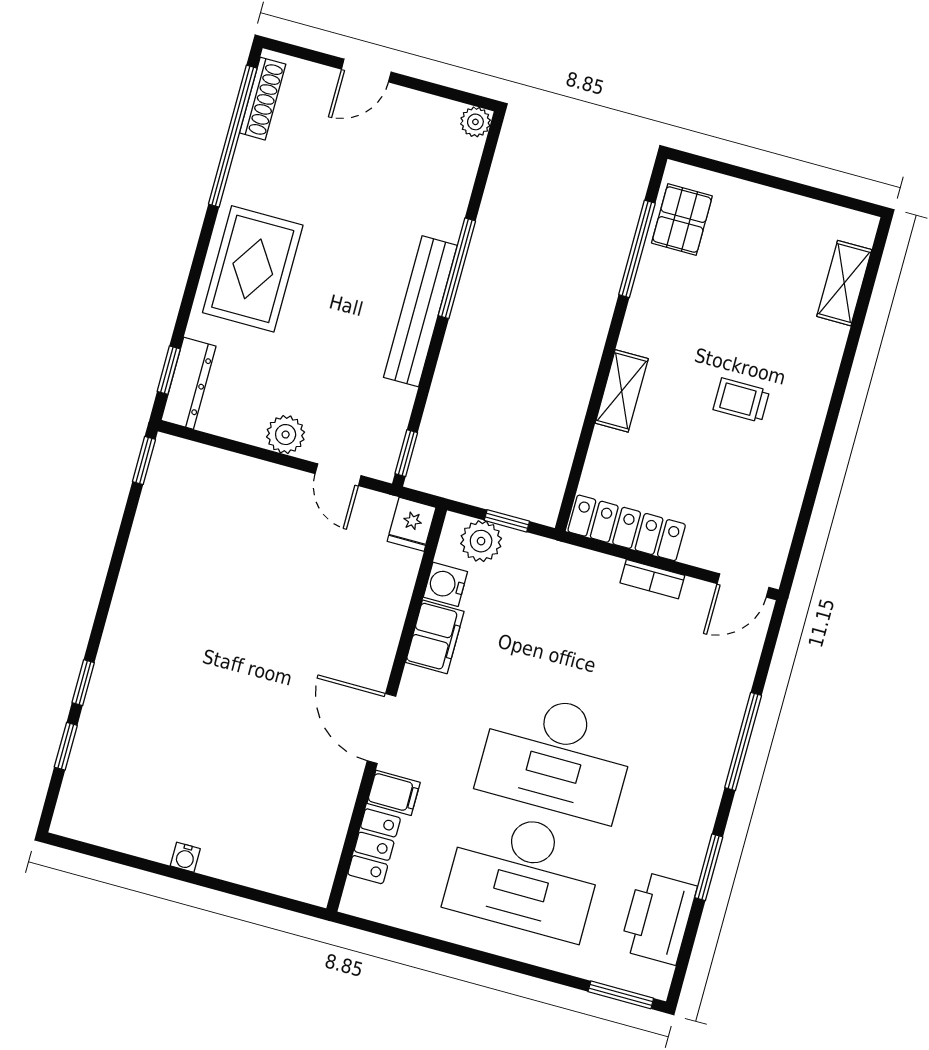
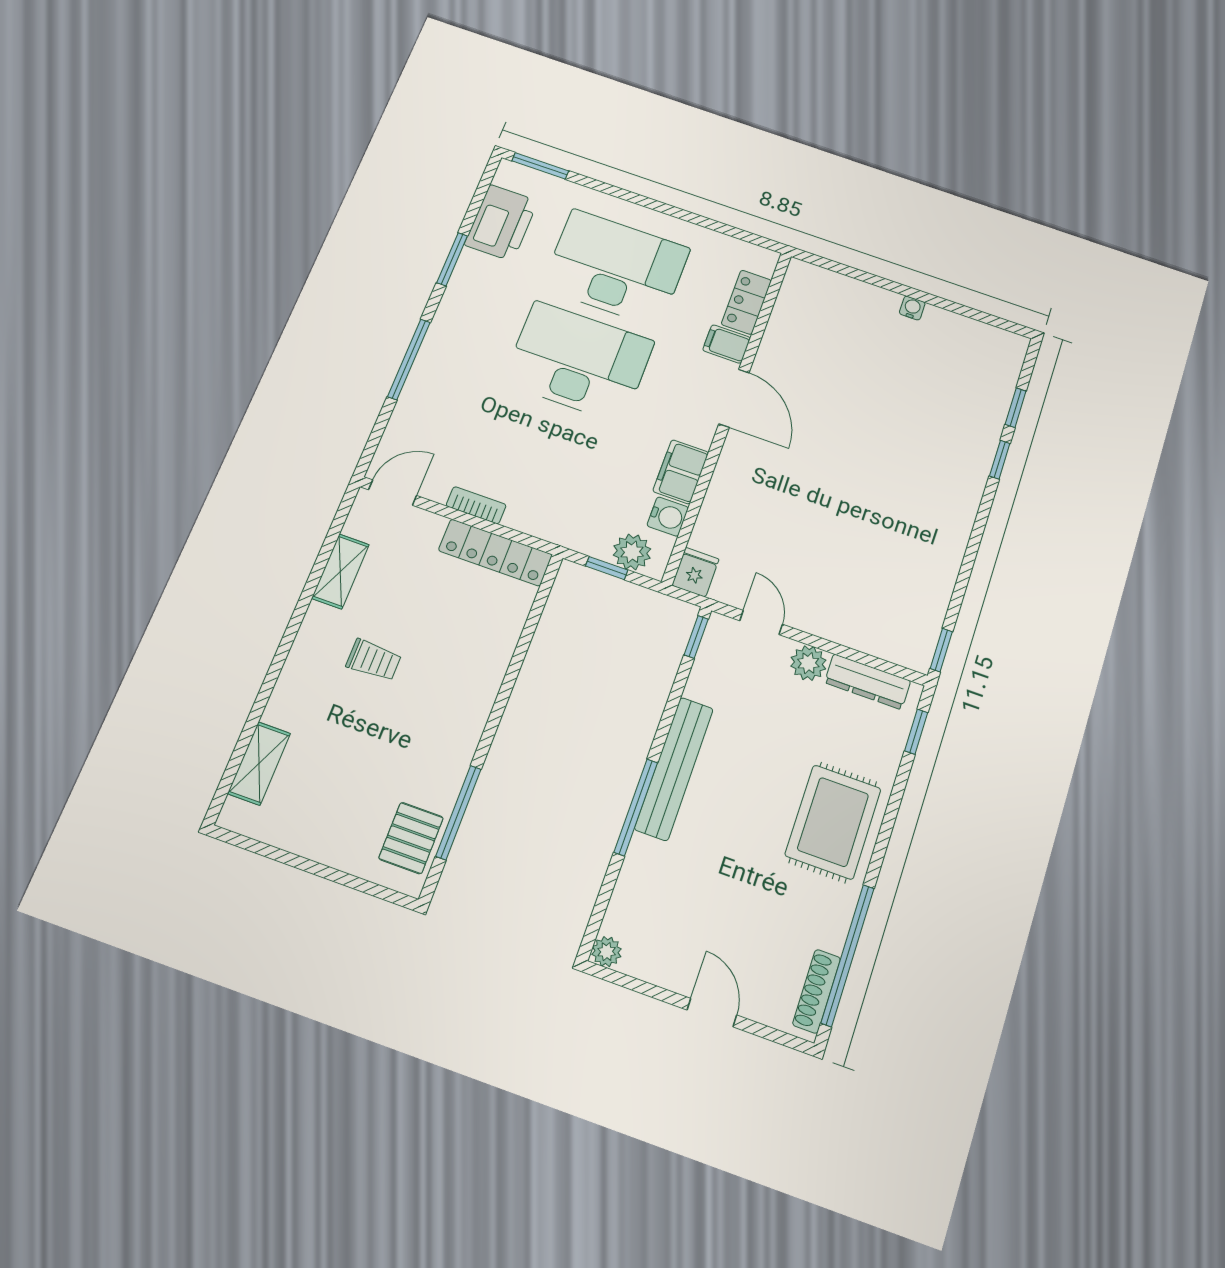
door: (366, 71) -> (712, 1013), hinge flipped
dresser: (188, 383) -> (868, 682), moved, turned -90
shelving: (622, 391) -> (340, 571), moved

